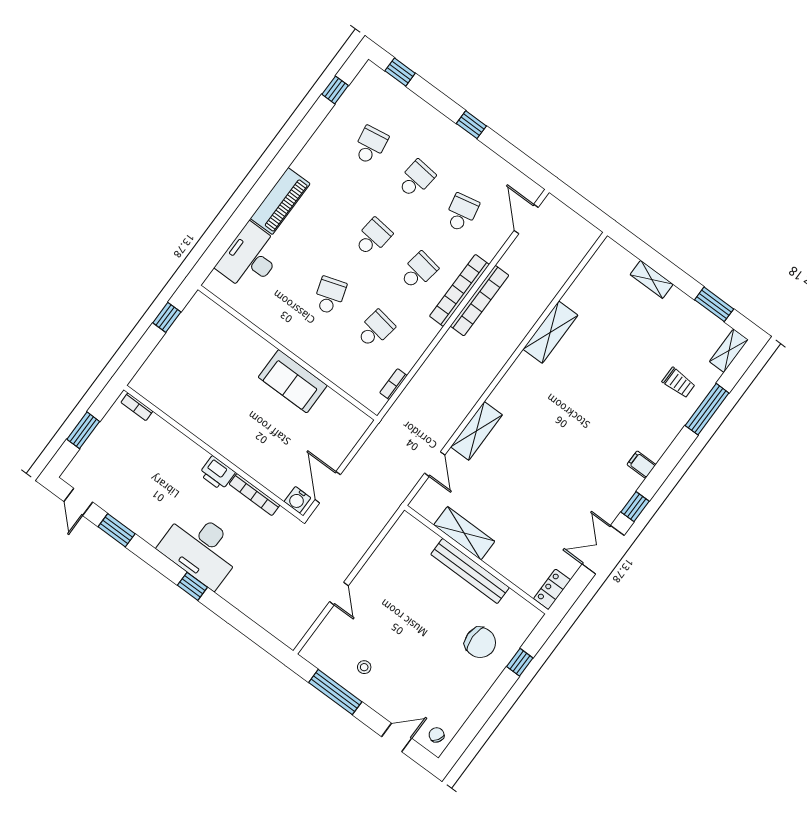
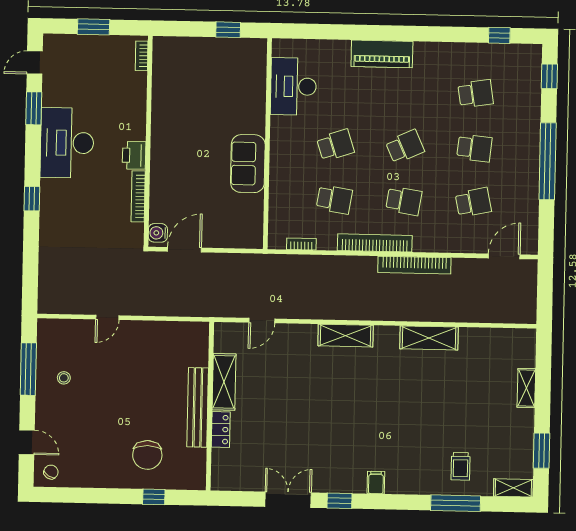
window: (471, 125) -> (548, 161), width x3.17
school desk: (373, 237) -> (405, 147), turned -30
desk: (250, 258) -> (293, 86), moved, turned -90
bookcase: (459, 290) -> (375, 243), moved
shelving: (476, 431) -> (346, 336), moved
desk: (201, 549) -> (67, 143), moved
locker: (552, 589) -> (221, 430), moved, turned 90

